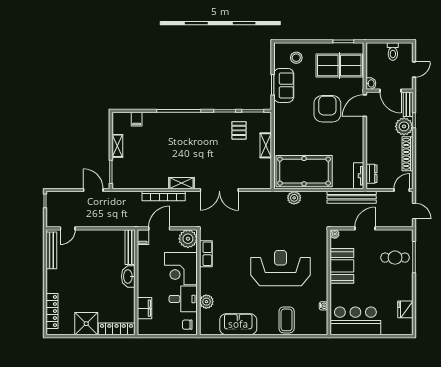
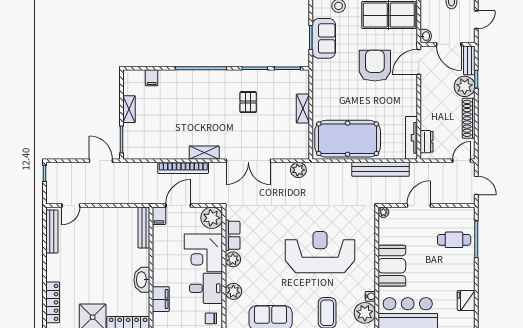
pallet: (239, 130) -> (248, 102), moved
tv unit: (359, 176) -> (412, 138), width x1.41
bench: (352, 197) -> (380, 169), moved
plant: (294, 198) -> (298, 170), moved
booth: (342, 266) -> (392, 266), moved
plant: (206, 274) -> (233, 259), added
washbasin: (128, 276) -> (142, 280), moved
plant: (319, 320) -> (365, 313), added

